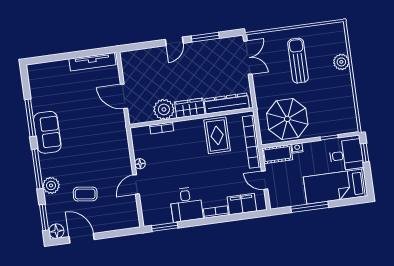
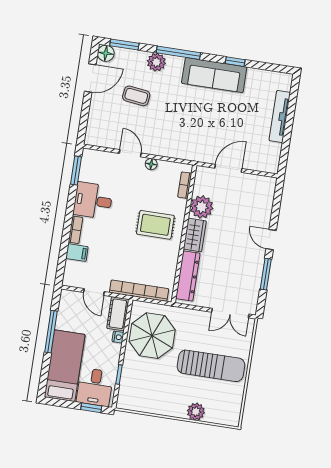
sun lounger: (298, 61) -> (211, 366), width x1.36, depth x1.34
tv unit: (92, 62) -> (280, 116), moved
window: (30, 118) -> (235, 62), width x0.46
bookcase: (162, 128) -> (185, 185), moved
sofa: (47, 132) -> (214, 75), width x1.36
rug: (217, 135) -> (155, 225), moved
door: (265, 180) -> (94, 292), swing flipped
coffee table: (85, 194) -> (136, 96), turned 90
filing cabinet: (242, 204) -> (77, 253), width x0.50

